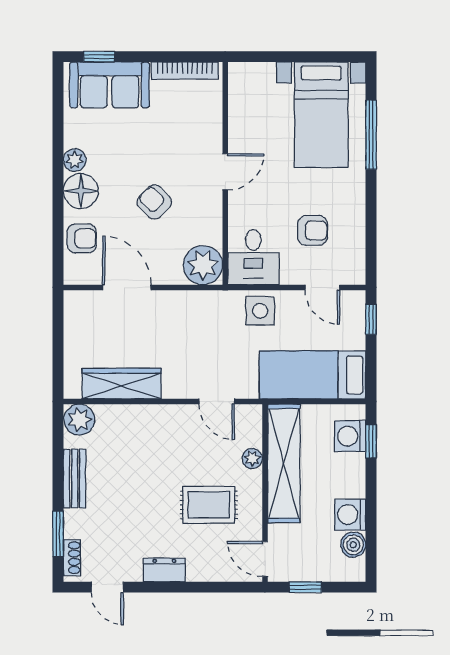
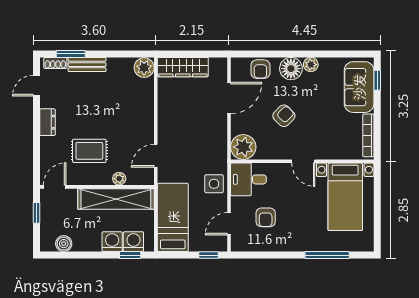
bed with nightstands: (321, 115) -> (345, 197), moved, turned -90
wardrobe: (122, 384) -> (183, 67), moved, turned 90
bench: (75, 478) -> (87, 65), moved
rug: (209, 505) -> (89, 151), turned 90
washing machine: (350, 515) -> (112, 242), moved

